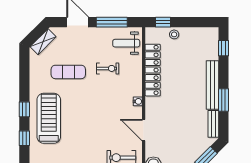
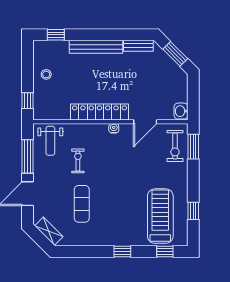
stool: (174, 34) -> (46, 74), moved
locker: (153, 70) -> (99, 112), moved
window: (223, 100) -> (112, 35), removed
treadmill: (49, 118) -> (160, 216), moved, turned 90
window: (24, 138) -> (165, 252), moved

